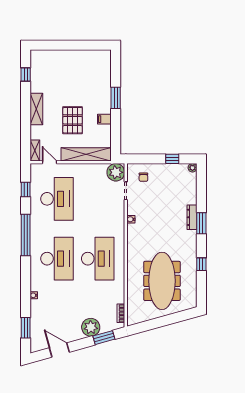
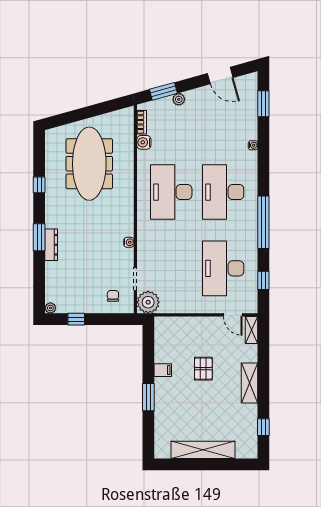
pallet: (73, 120) -> (203, 369), width x0.67, depth x0.71
shelving: (86, 154) -> (203, 450), moved
water cooler: (119, 298) -> (144, 142), added
plant: (91, 327) -> (179, 99), width x0.53, depth x0.53

